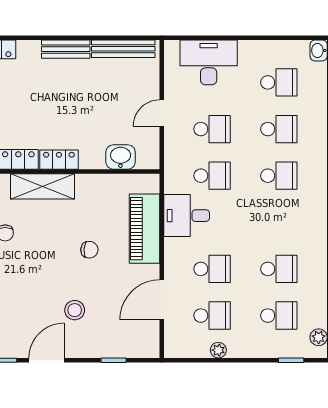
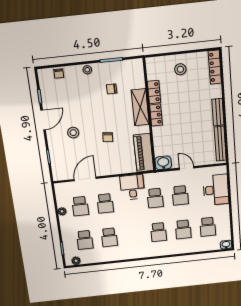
washbasin: (121, 157) -> (163, 163), moved, turned -90
piano: (144, 229) -> (144, 153), moved, turned -90
door: (162, 300) -> (85, 179), hinge flipped
door: (47, 360) -> (43, 120), hinge flipped

